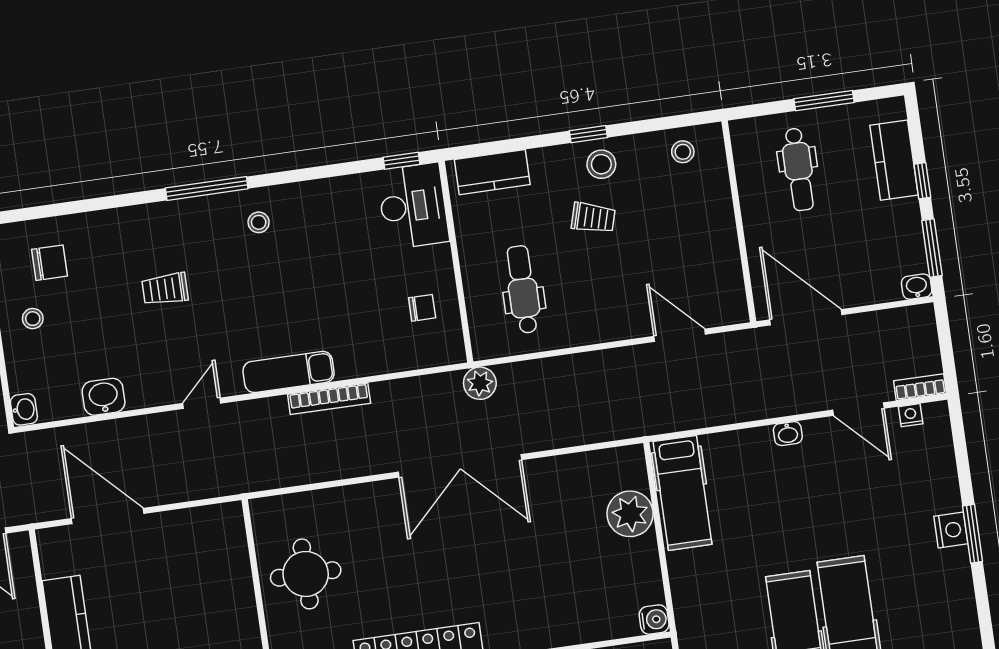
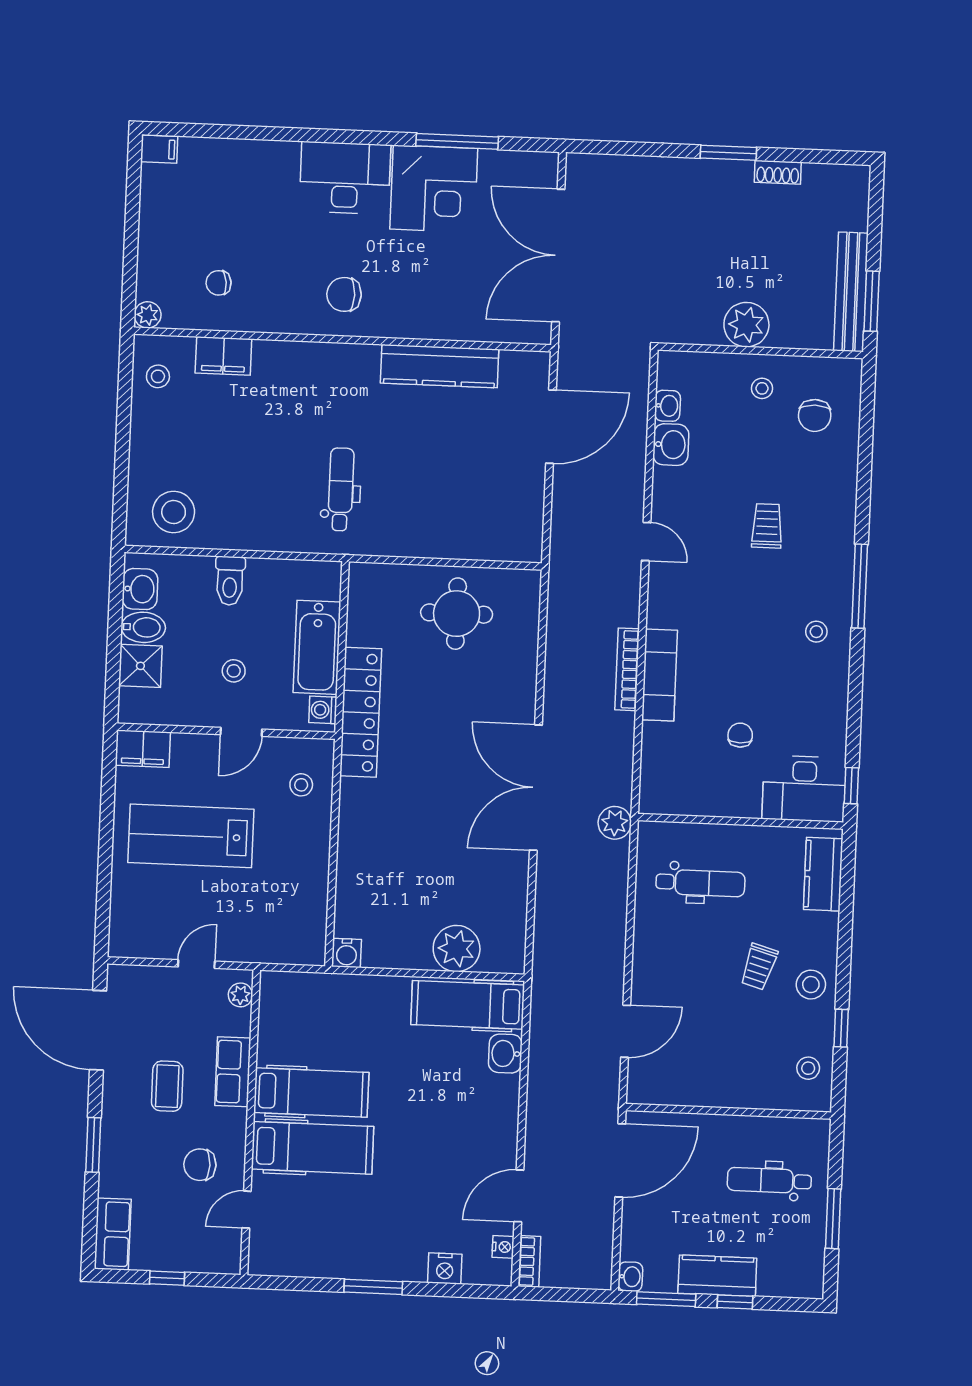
window: (588, 134) -> (841, 1028), moved
kitchen counter: (894, 160) -> (717, 1276), moved
chair: (422, 308) -> (740, 735), moved, turned 180
exam couch: (289, 372) -> (660, 675), moved
washbasin: (24, 409) -> (667, 406), moved, turned -90
washbasin: (788, 434) -> (505, 1054), moved, width x1.38, depth x1.45
nightstand: (951, 530) -> (445, 1268), moved

